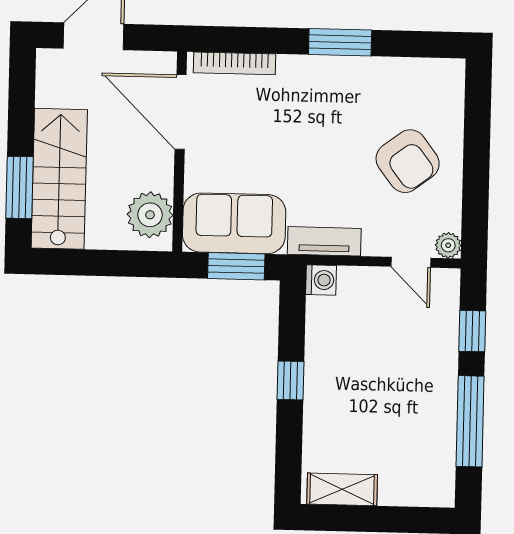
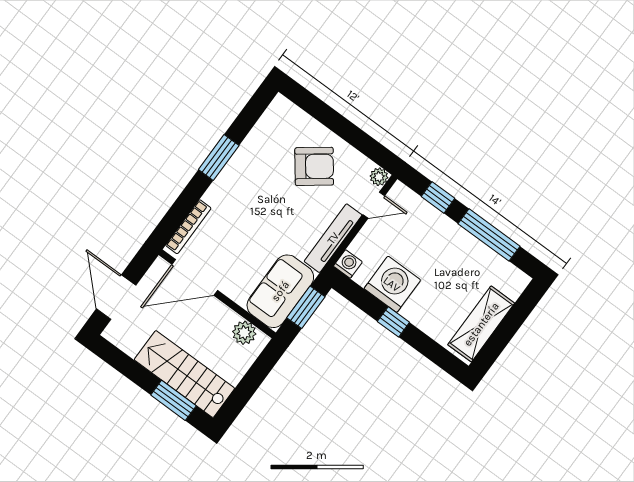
plant: (150, 215) -> (244, 333), width x0.73, depth x0.73
tv unit: (324, 241) -> (333, 238), width x1.41
washing machine: (334, 349) -> (392, 284), added
shelving: (342, 489) -> (481, 324), width x1.50, depth x1.33

